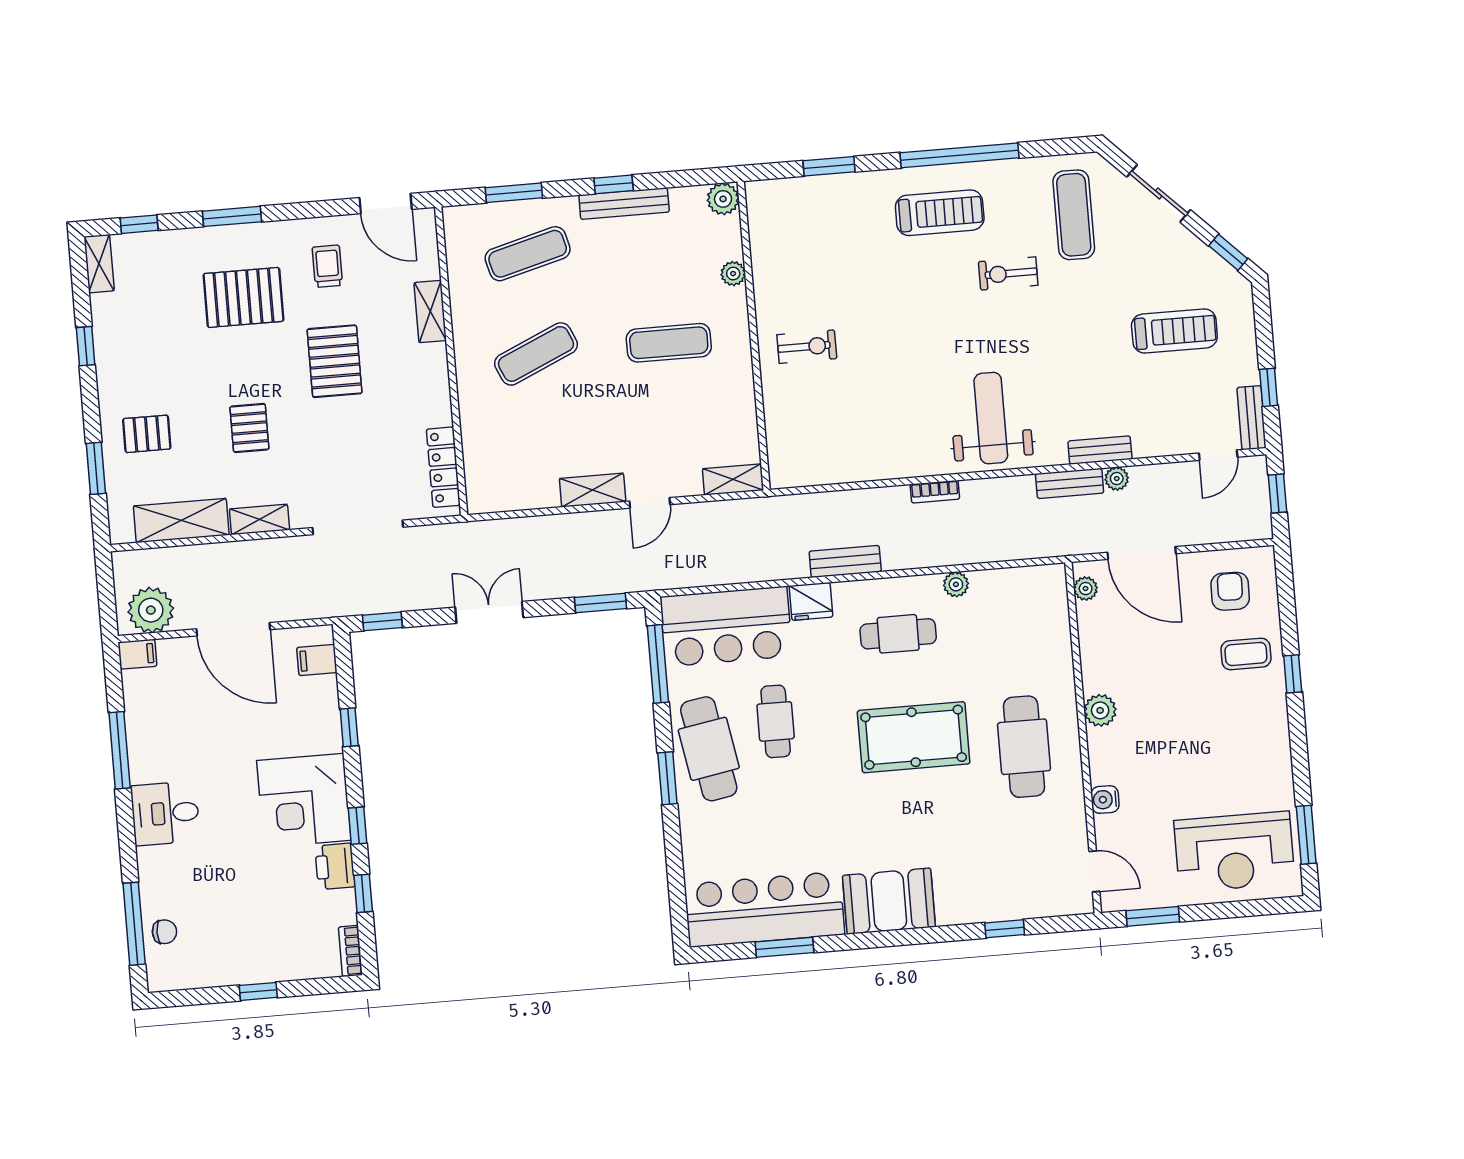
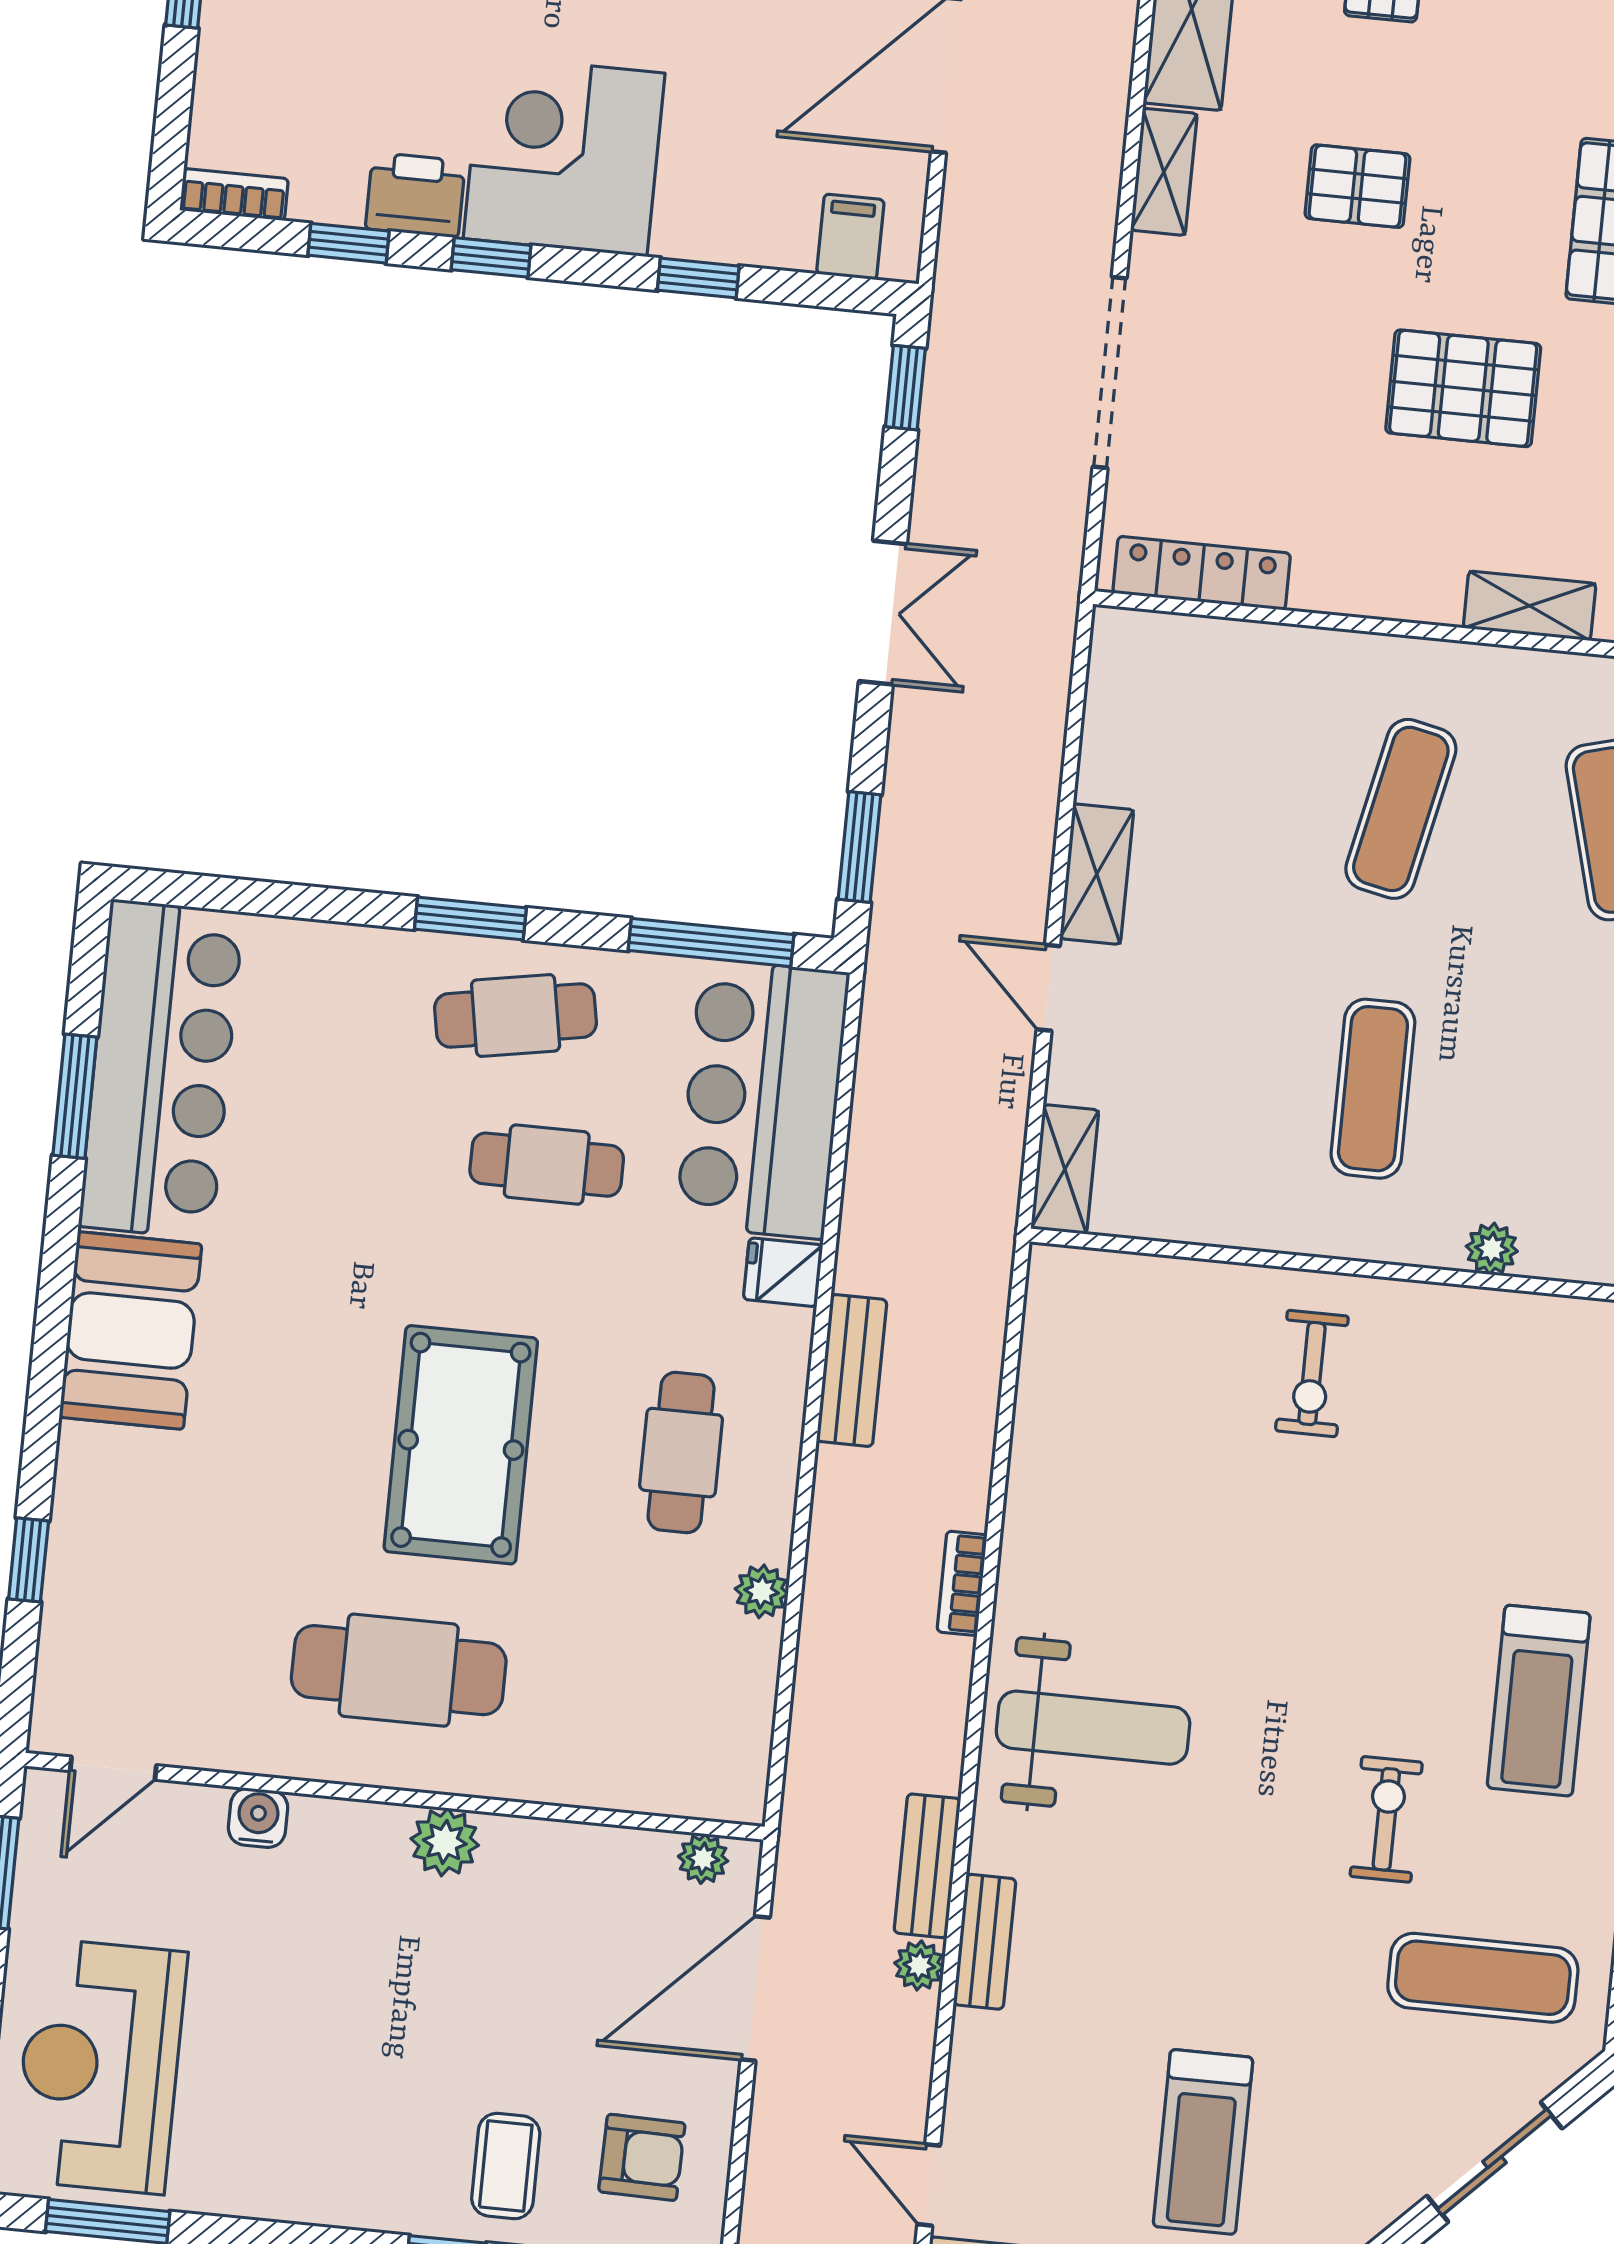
exercise mat: (536, 354) -> (1401, 809), turned 36
fridge: (811, 601) -> (783, 1272), width x0.72
cafe table: (709, 749) -> (516, 1015), width x0.73, depth x0.74

